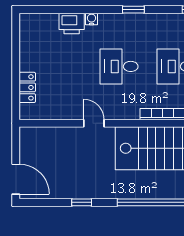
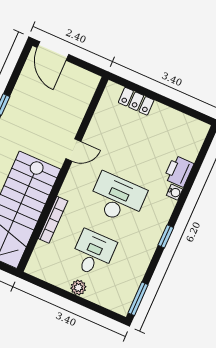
desk: (119, 66) -> (117, 198), width x1.37
door: (16, 179) -> (53, 51), hinge flipped

